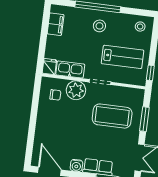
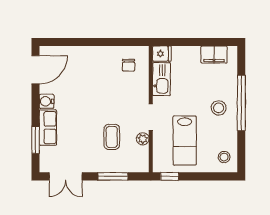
plant: (76, 90) -> (143, 139), moved, width x0.53, depth x0.53
coffee table: (112, 116) -> (112, 137), width x0.54, depth x0.58

